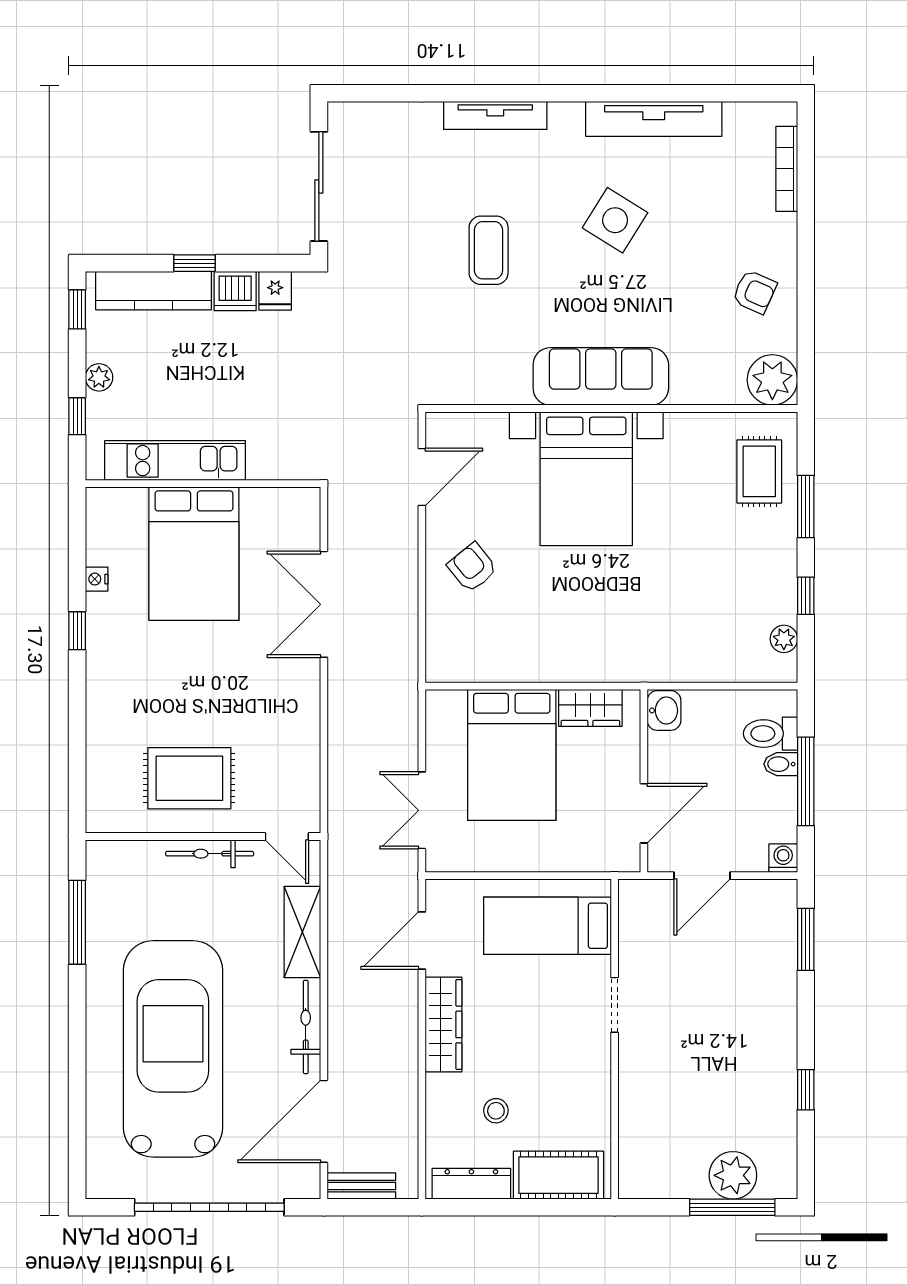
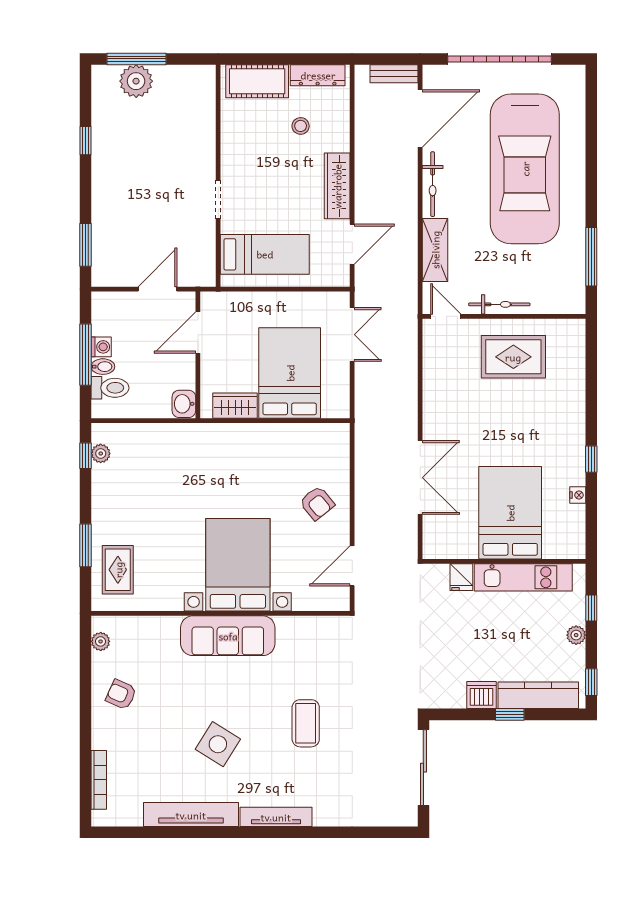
tv unit: (495, 115) -> (276, 817), moved
fridge: (275, 291) -> (461, 577), moved, turned 180
plant: (772, 380) -> (101, 641), width x0.53, depth x0.53
window: (806, 596) -> (86, 456), moved
washing machine: (783, 858) -> (101, 347), moved, turned -90

